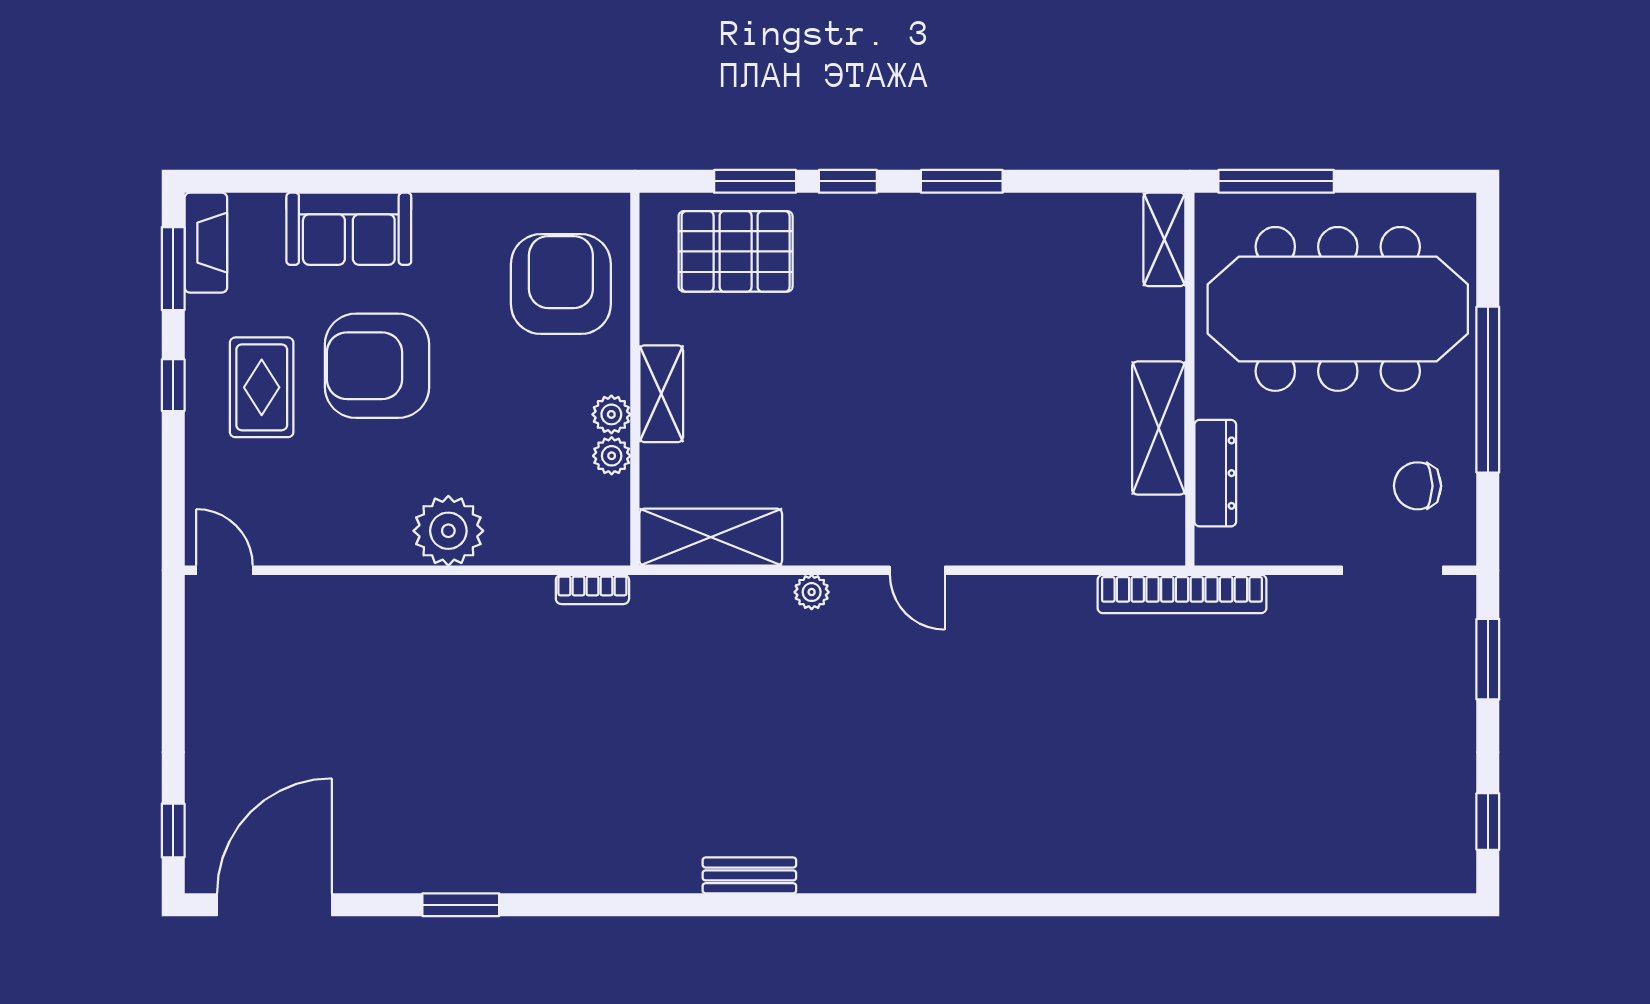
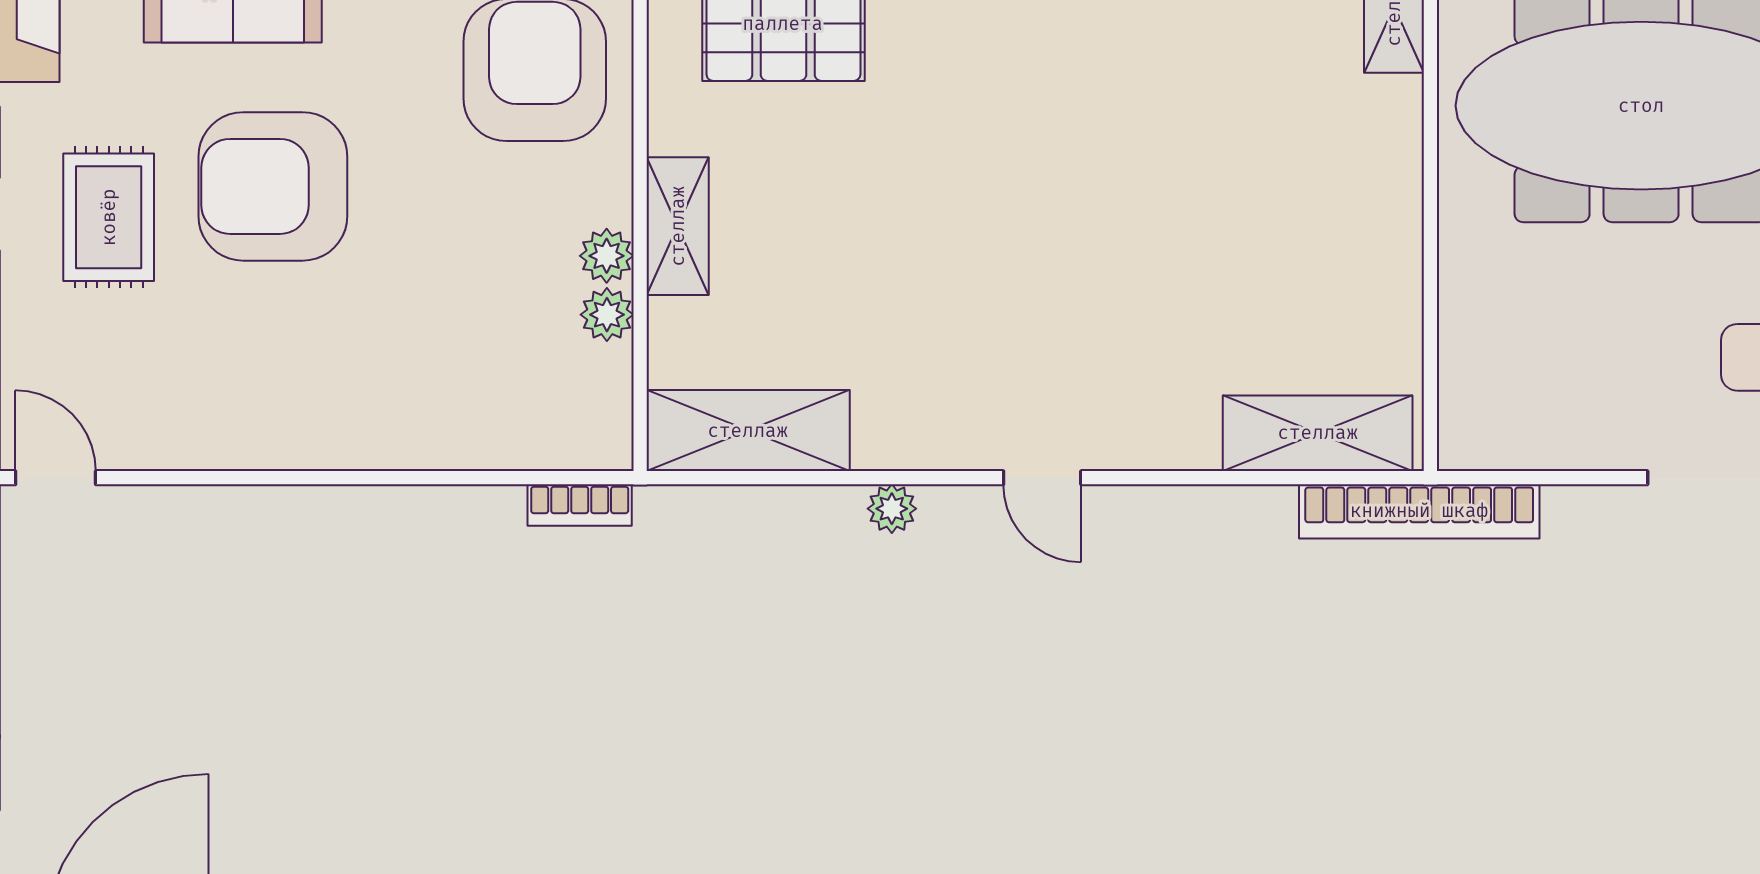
shelving: (1159, 428) -> (1318, 433), moved, turned 90
dresser: (1215, 473) -> (1467, 339), removed
plant: (448, 531) -> (374, 421), removed

